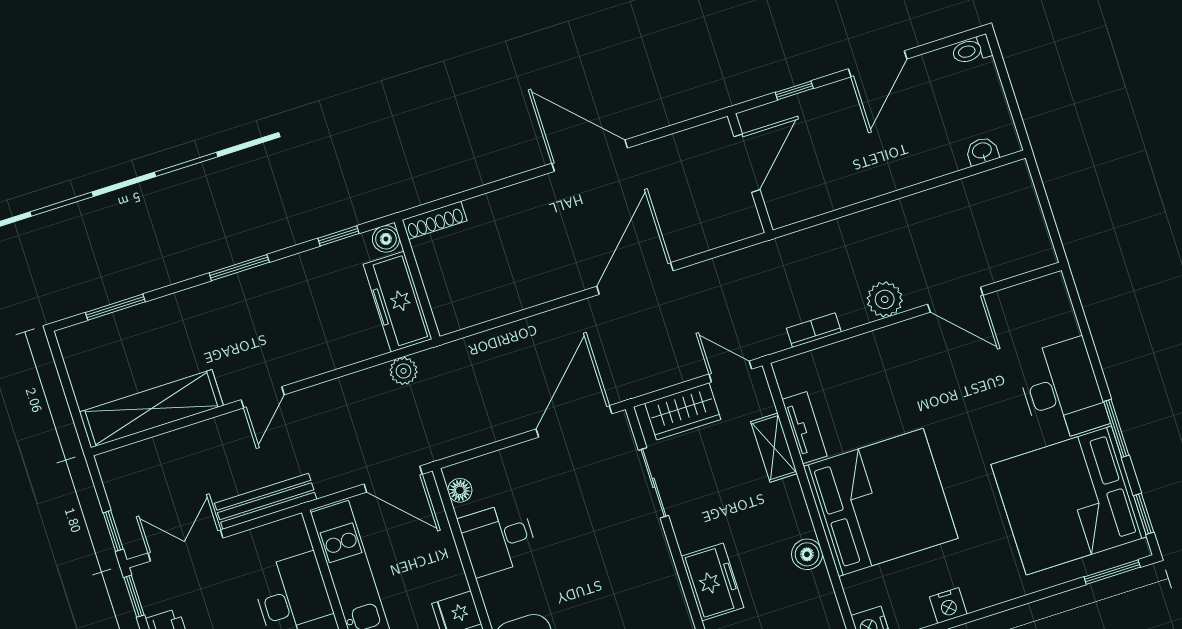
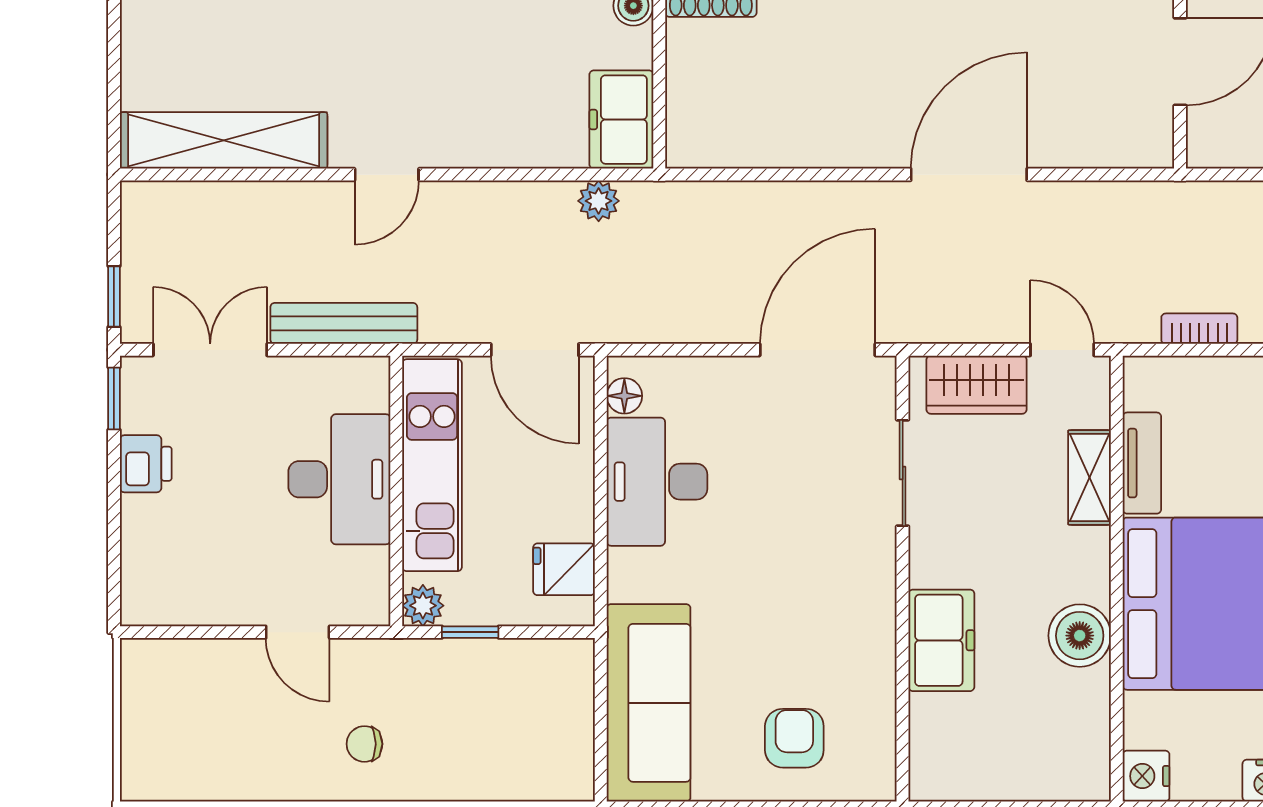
freezer: (398, 302) -> (621, 120), width x0.71
desk: (498, 539) -> (657, 482), width x1.37
boiler: (807, 554) -> (1080, 636), width x1.36, depth x1.36

